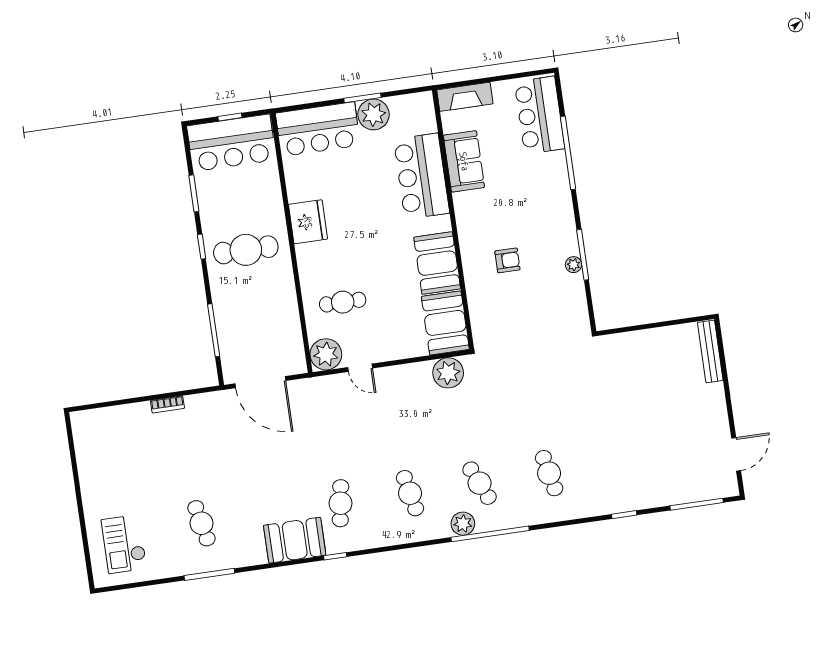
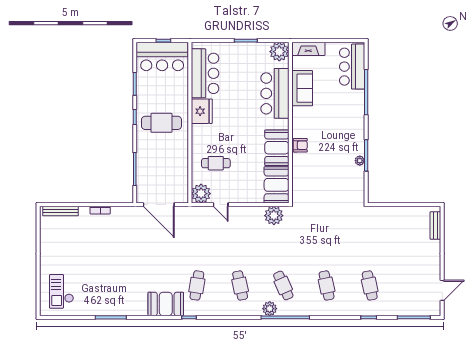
plant: (374, 114) -> (279, 52), moved
bar counter: (318, 129) -> (205, 73), moved, turned -90
armchair: (507, 260) -> (300, 145), moved
bench: (710, 351) -> (435, 226), width x0.73
bench: (104, 415) -> (61, 211), added
cafe table: (201, 523) -> (370, 285), moved

